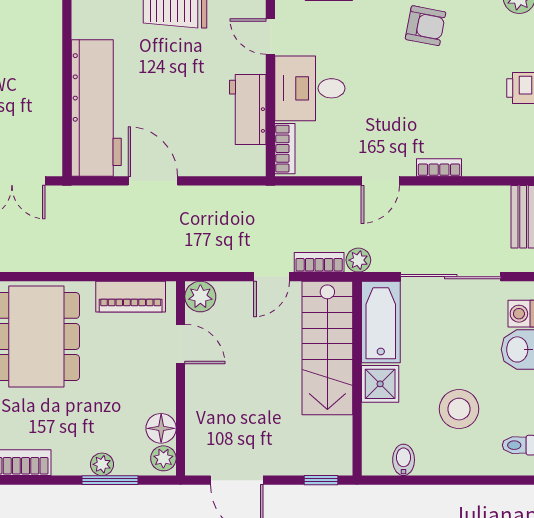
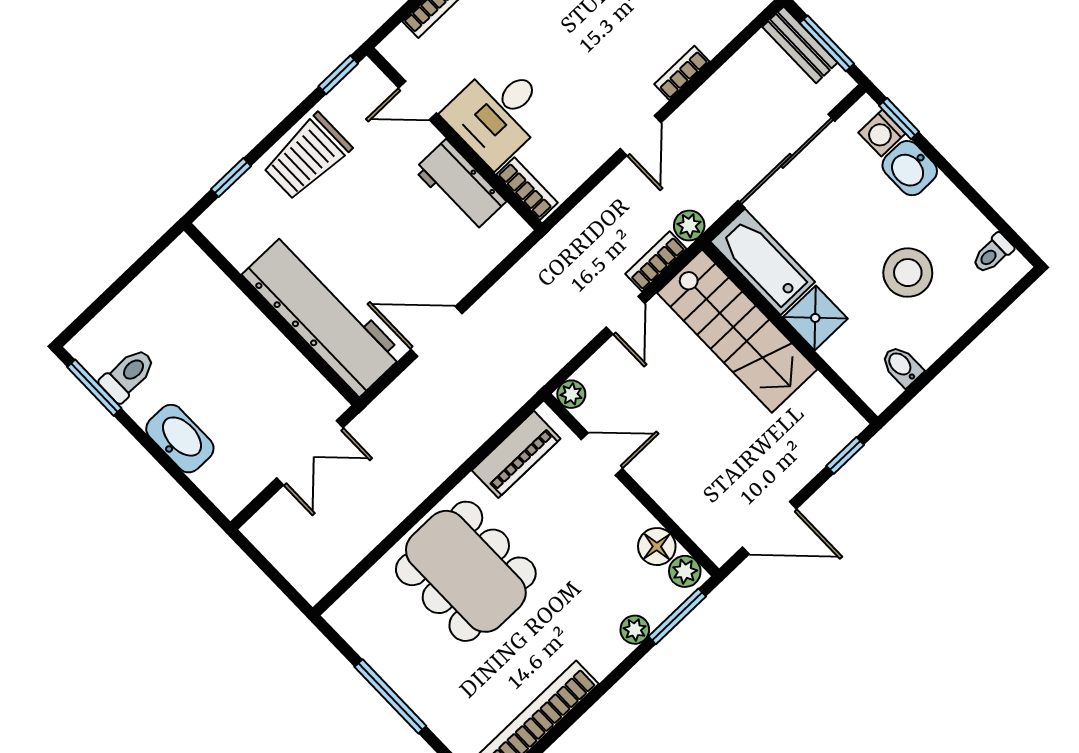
plant: (200, 297) -> (571, 394), width x0.73, depth x0.73
window: (110, 480) -> (677, 616), moved

